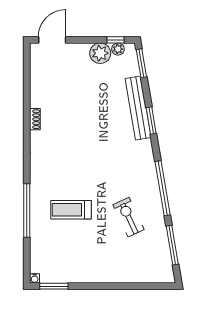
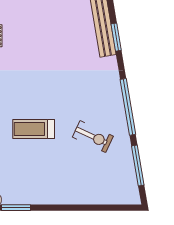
exercise bike: (129, 217) -> (93, 137), turned 140

